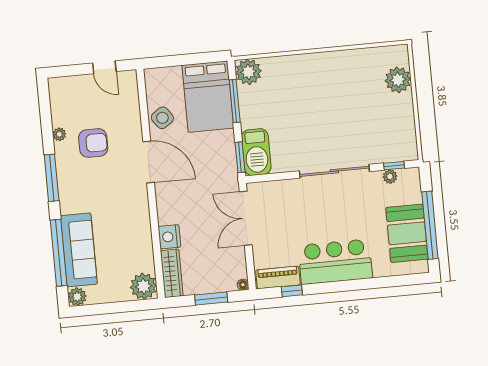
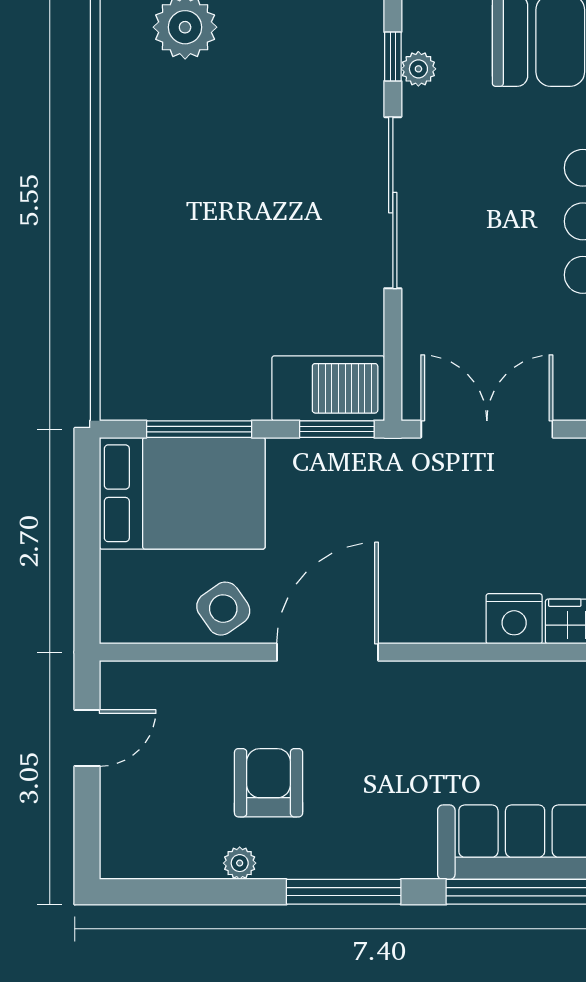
plant: (248, 72) -> (131, 389), removed
double door: (246, 218) -> (487, 429), swing flipped

